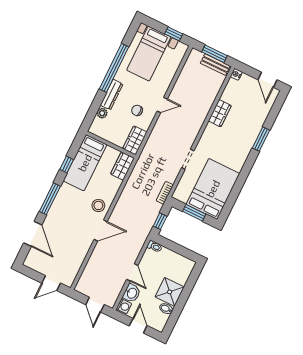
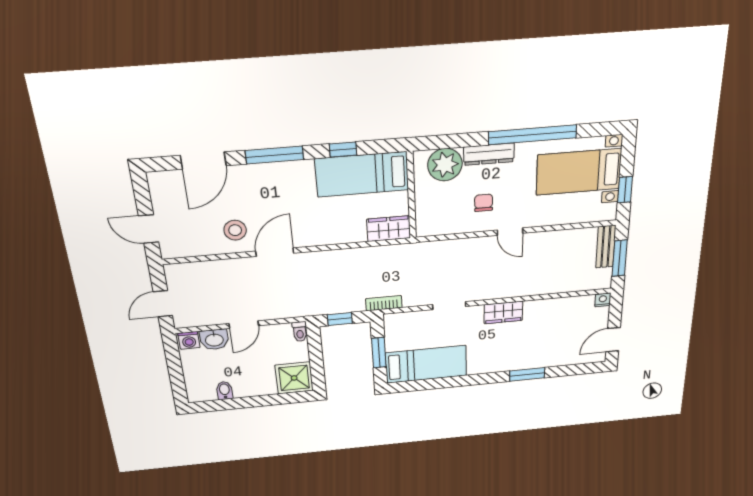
bench: (215, 65) -> (606, 247), moved
plant: (102, 113) -> (445, 165), width x1.87, depth x1.87
wardrobe: (220, 113) -> (503, 312), moved
wardrobe: (135, 140) -> (437, 224), removed
bed: (213, 189) -> (426, 364), width x0.67
stool: (98, 205) -> (235, 230), moved
door: (101, 231) -> (275, 252), swing flipped
shower: (170, 292) -> (294, 378), moved
door: (138, 326) -> (176, 371), removed

